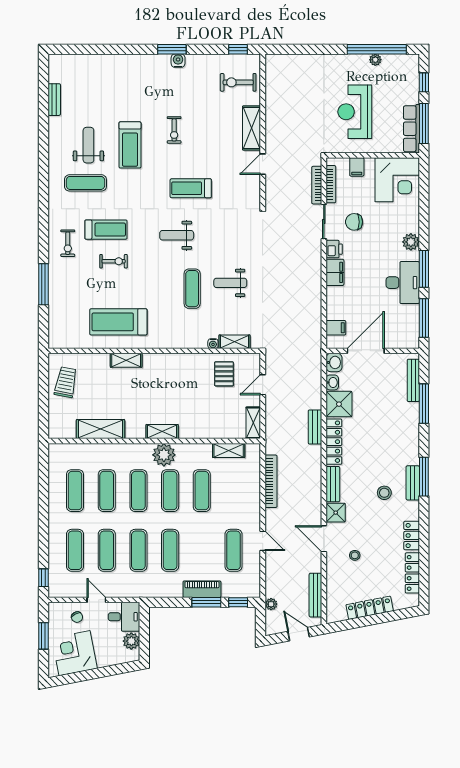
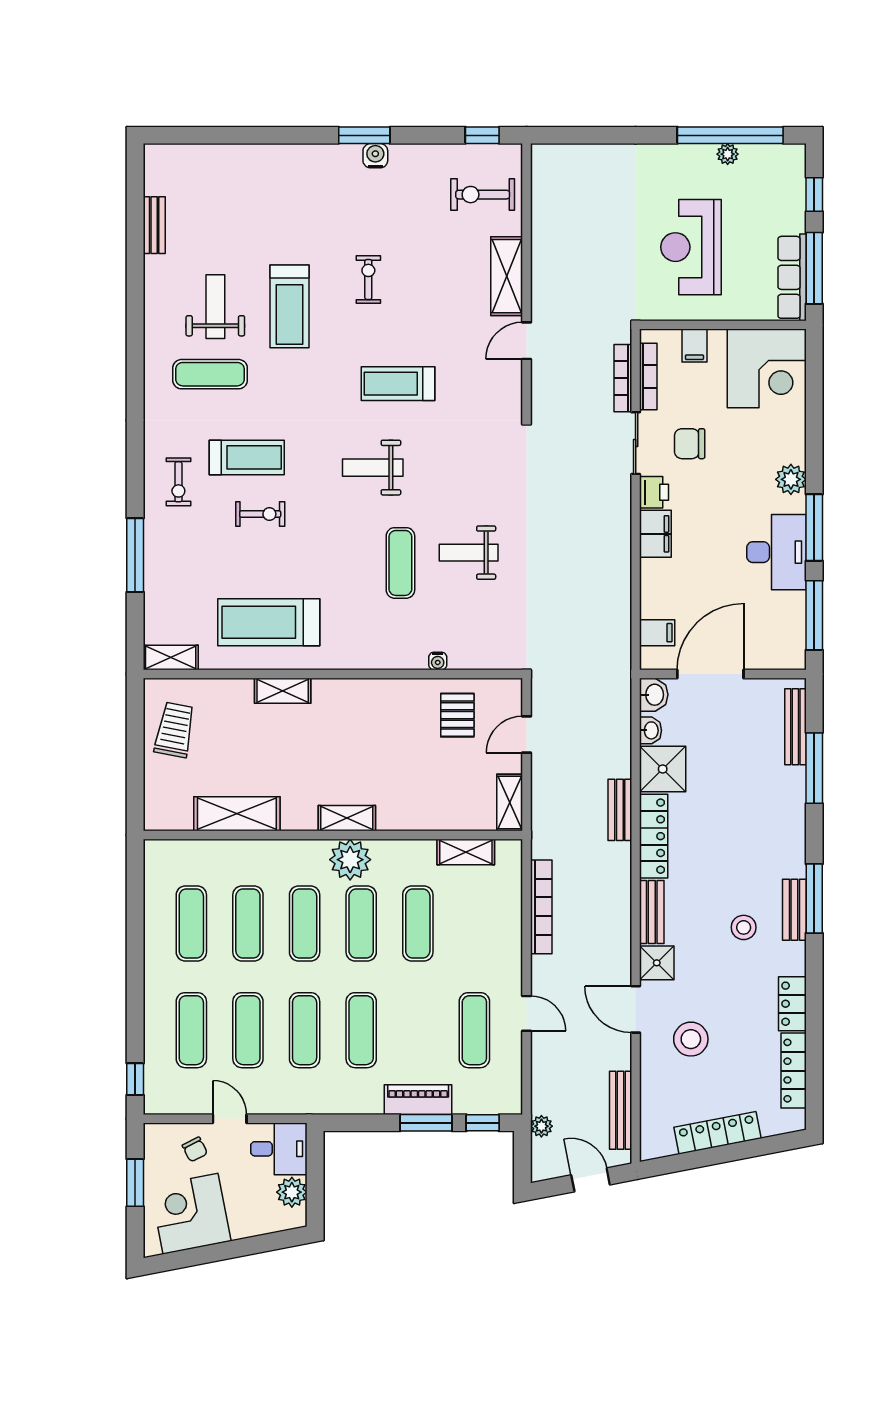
exercise bike: (174, 130) -> (368, 280), turned 180
shelving: (235, 342) -> (171, 658), moved
stool: (355, 555) -> (691, 1039), width x1.89, depth x1.89

